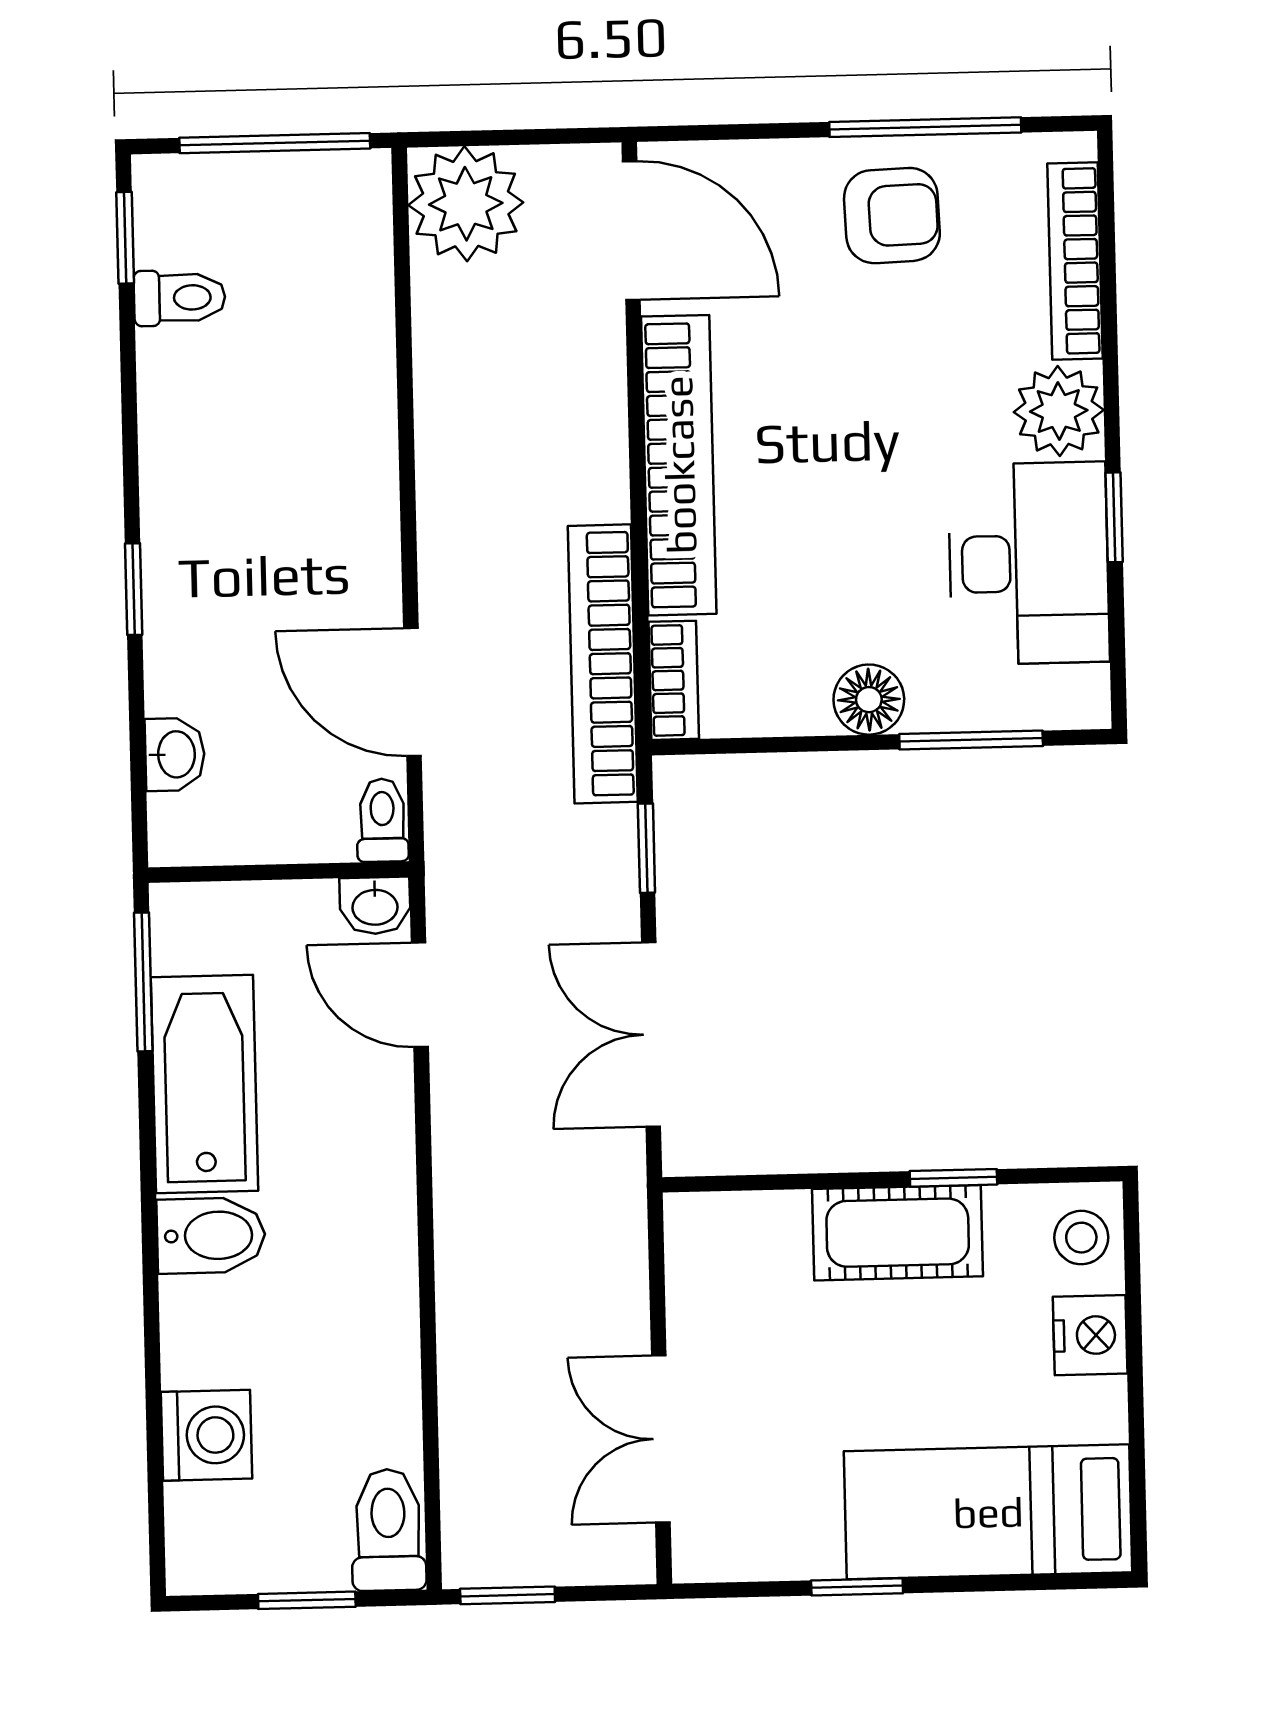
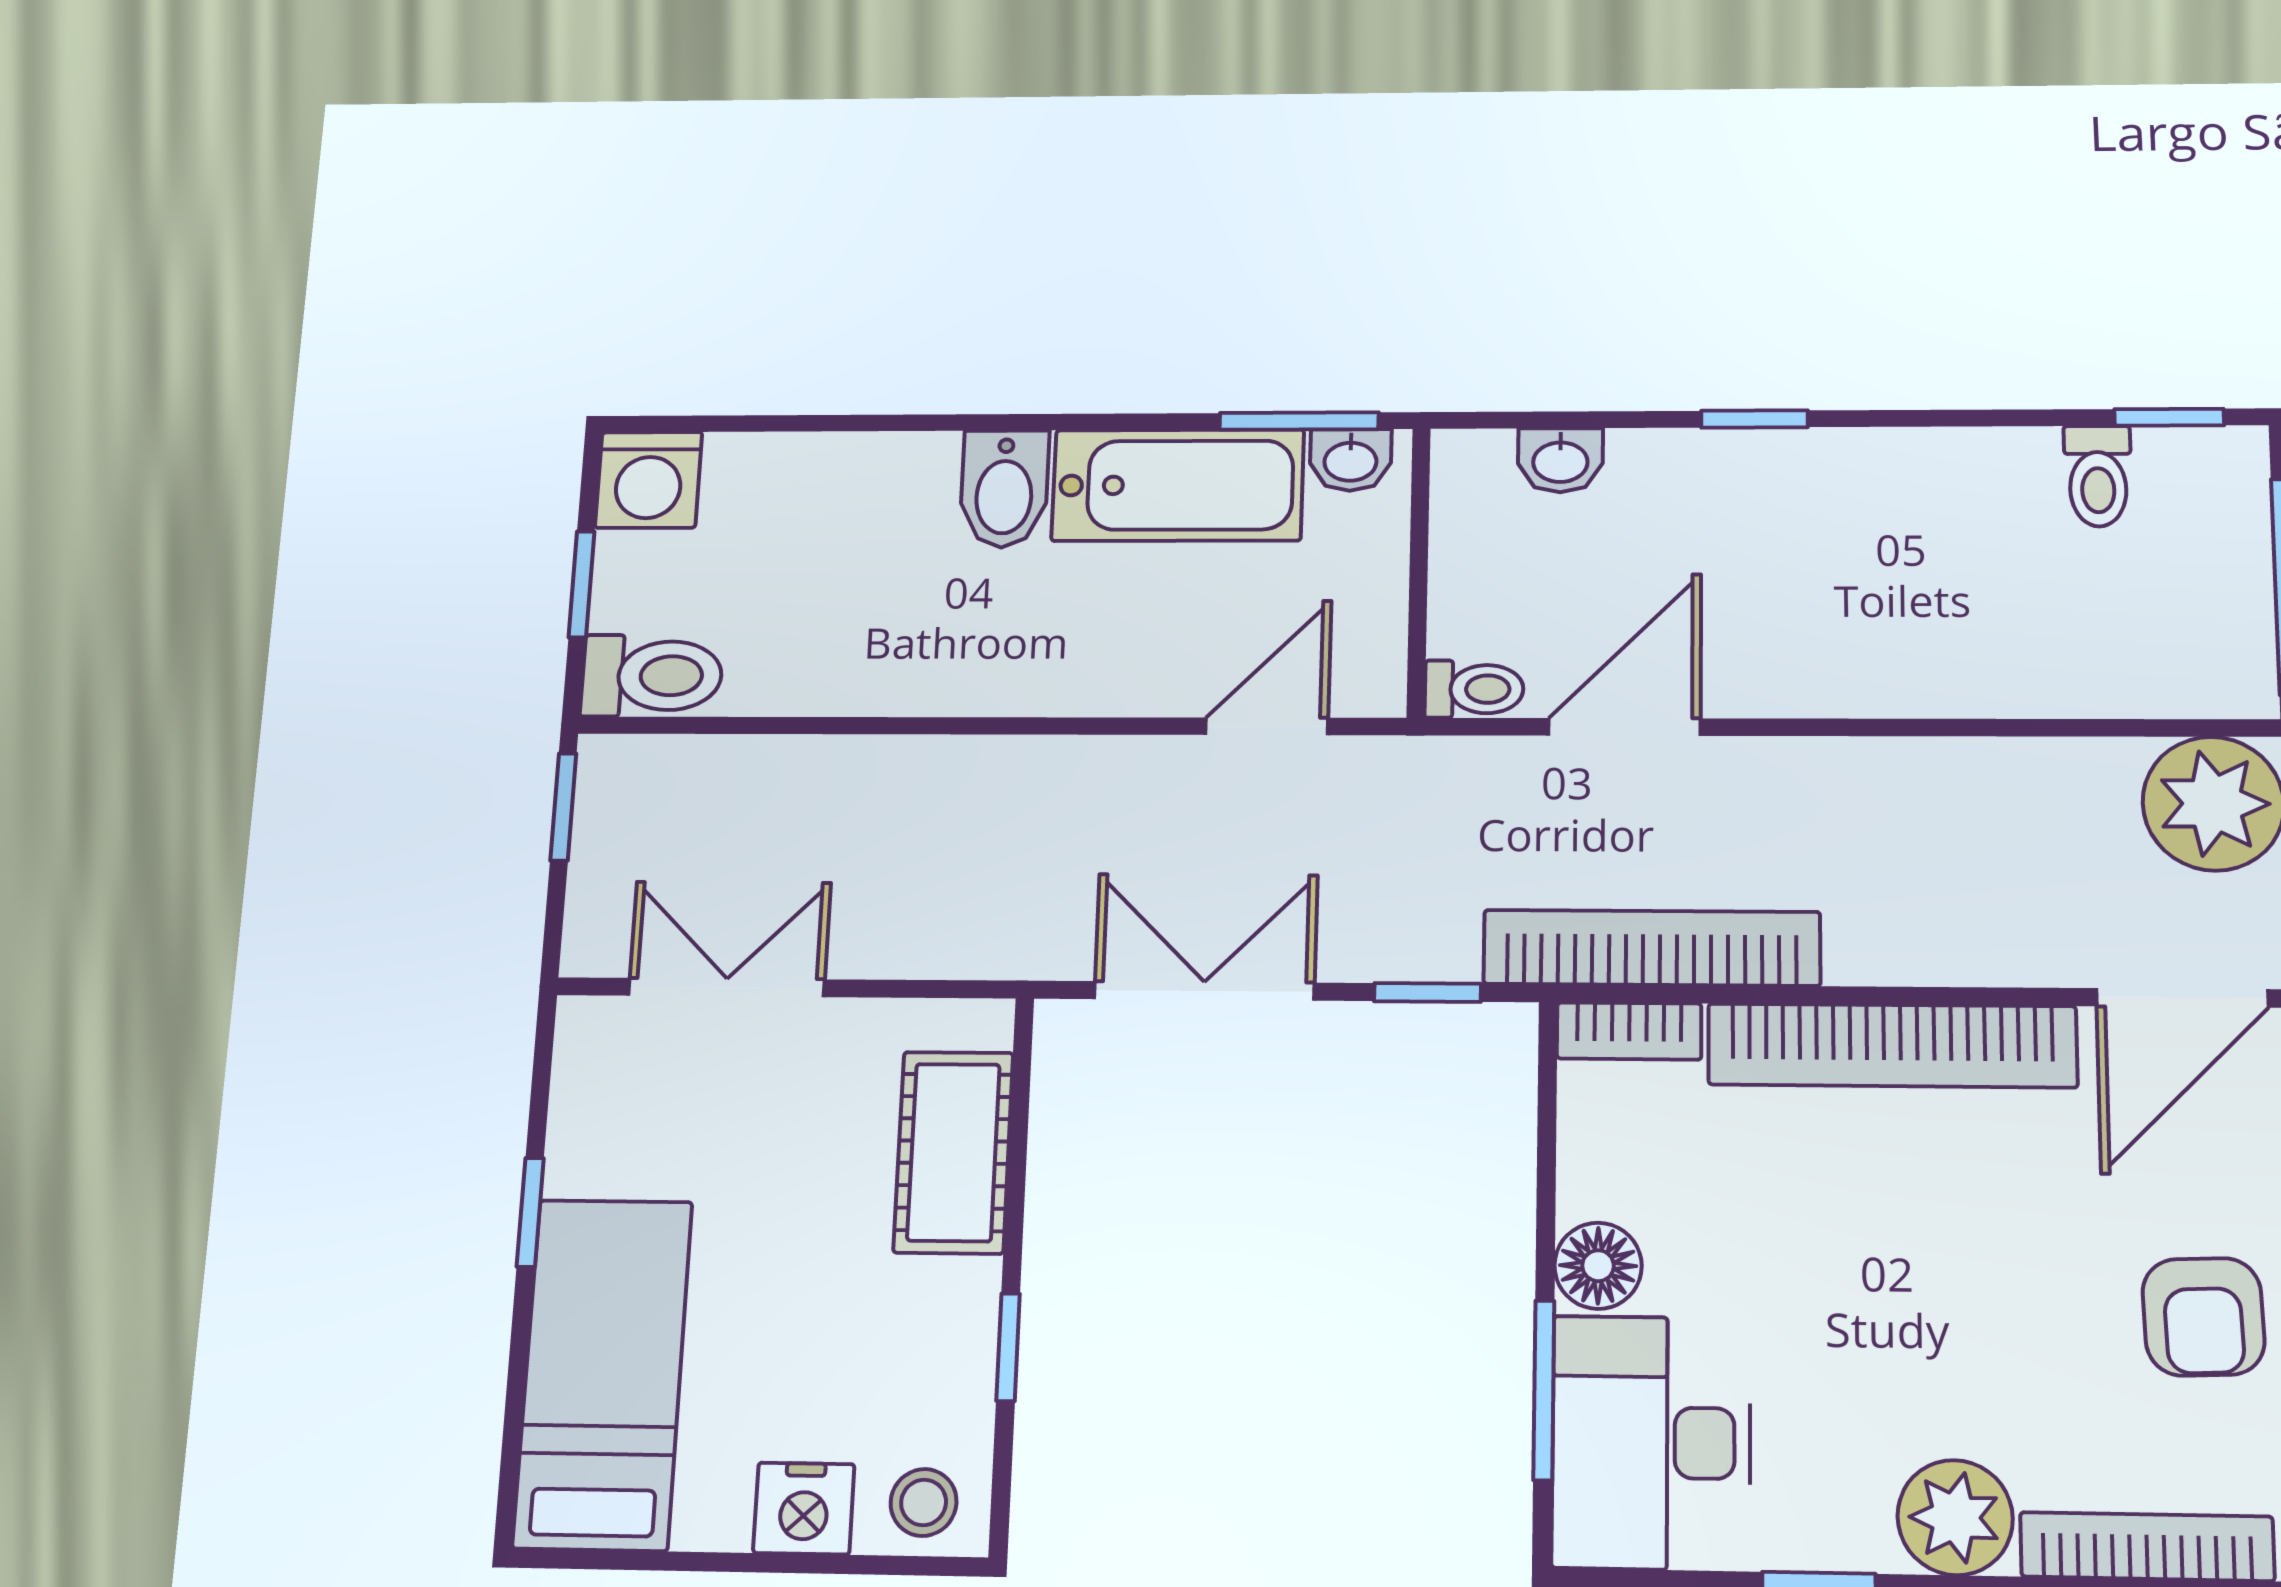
desk: (1029, 563) -> (1651, 1442), moved, turned 90
washbasin: (375, 906) -> (1350, 460), moved, turned -90
cot: (898, 1233) -> (953, 1152), moved
washing machine: (207, 1435) -> (649, 480), moved

